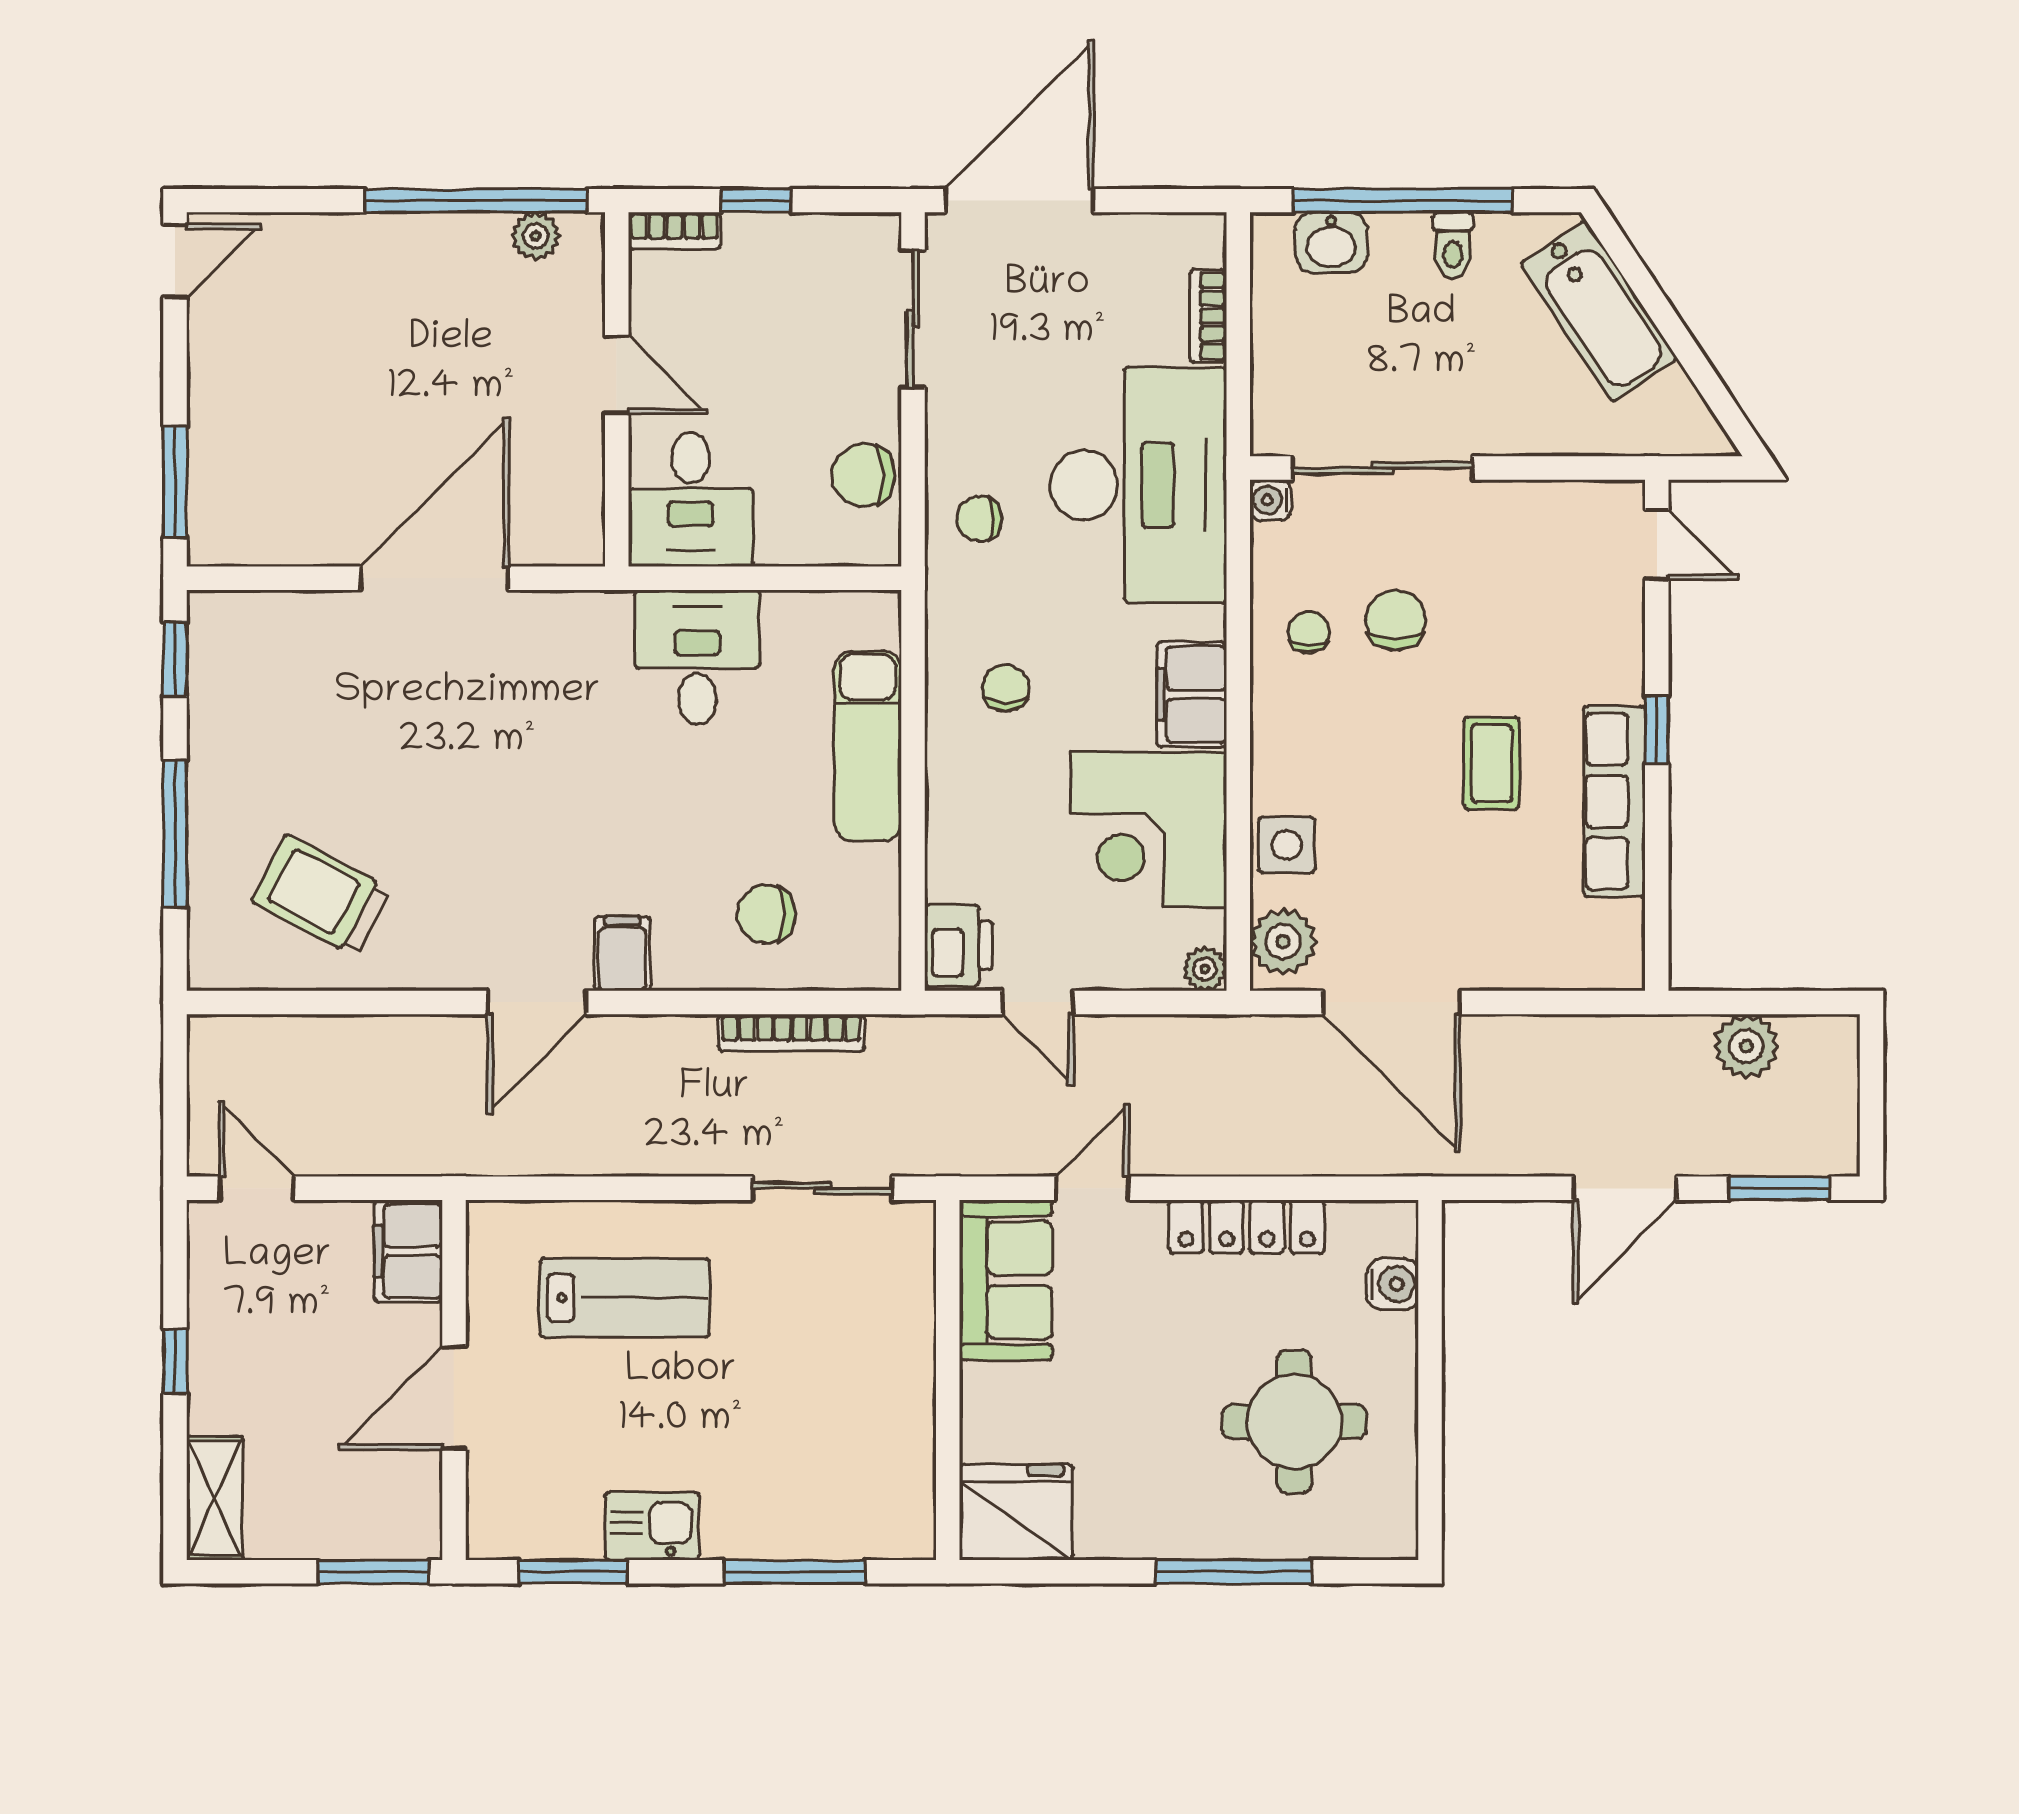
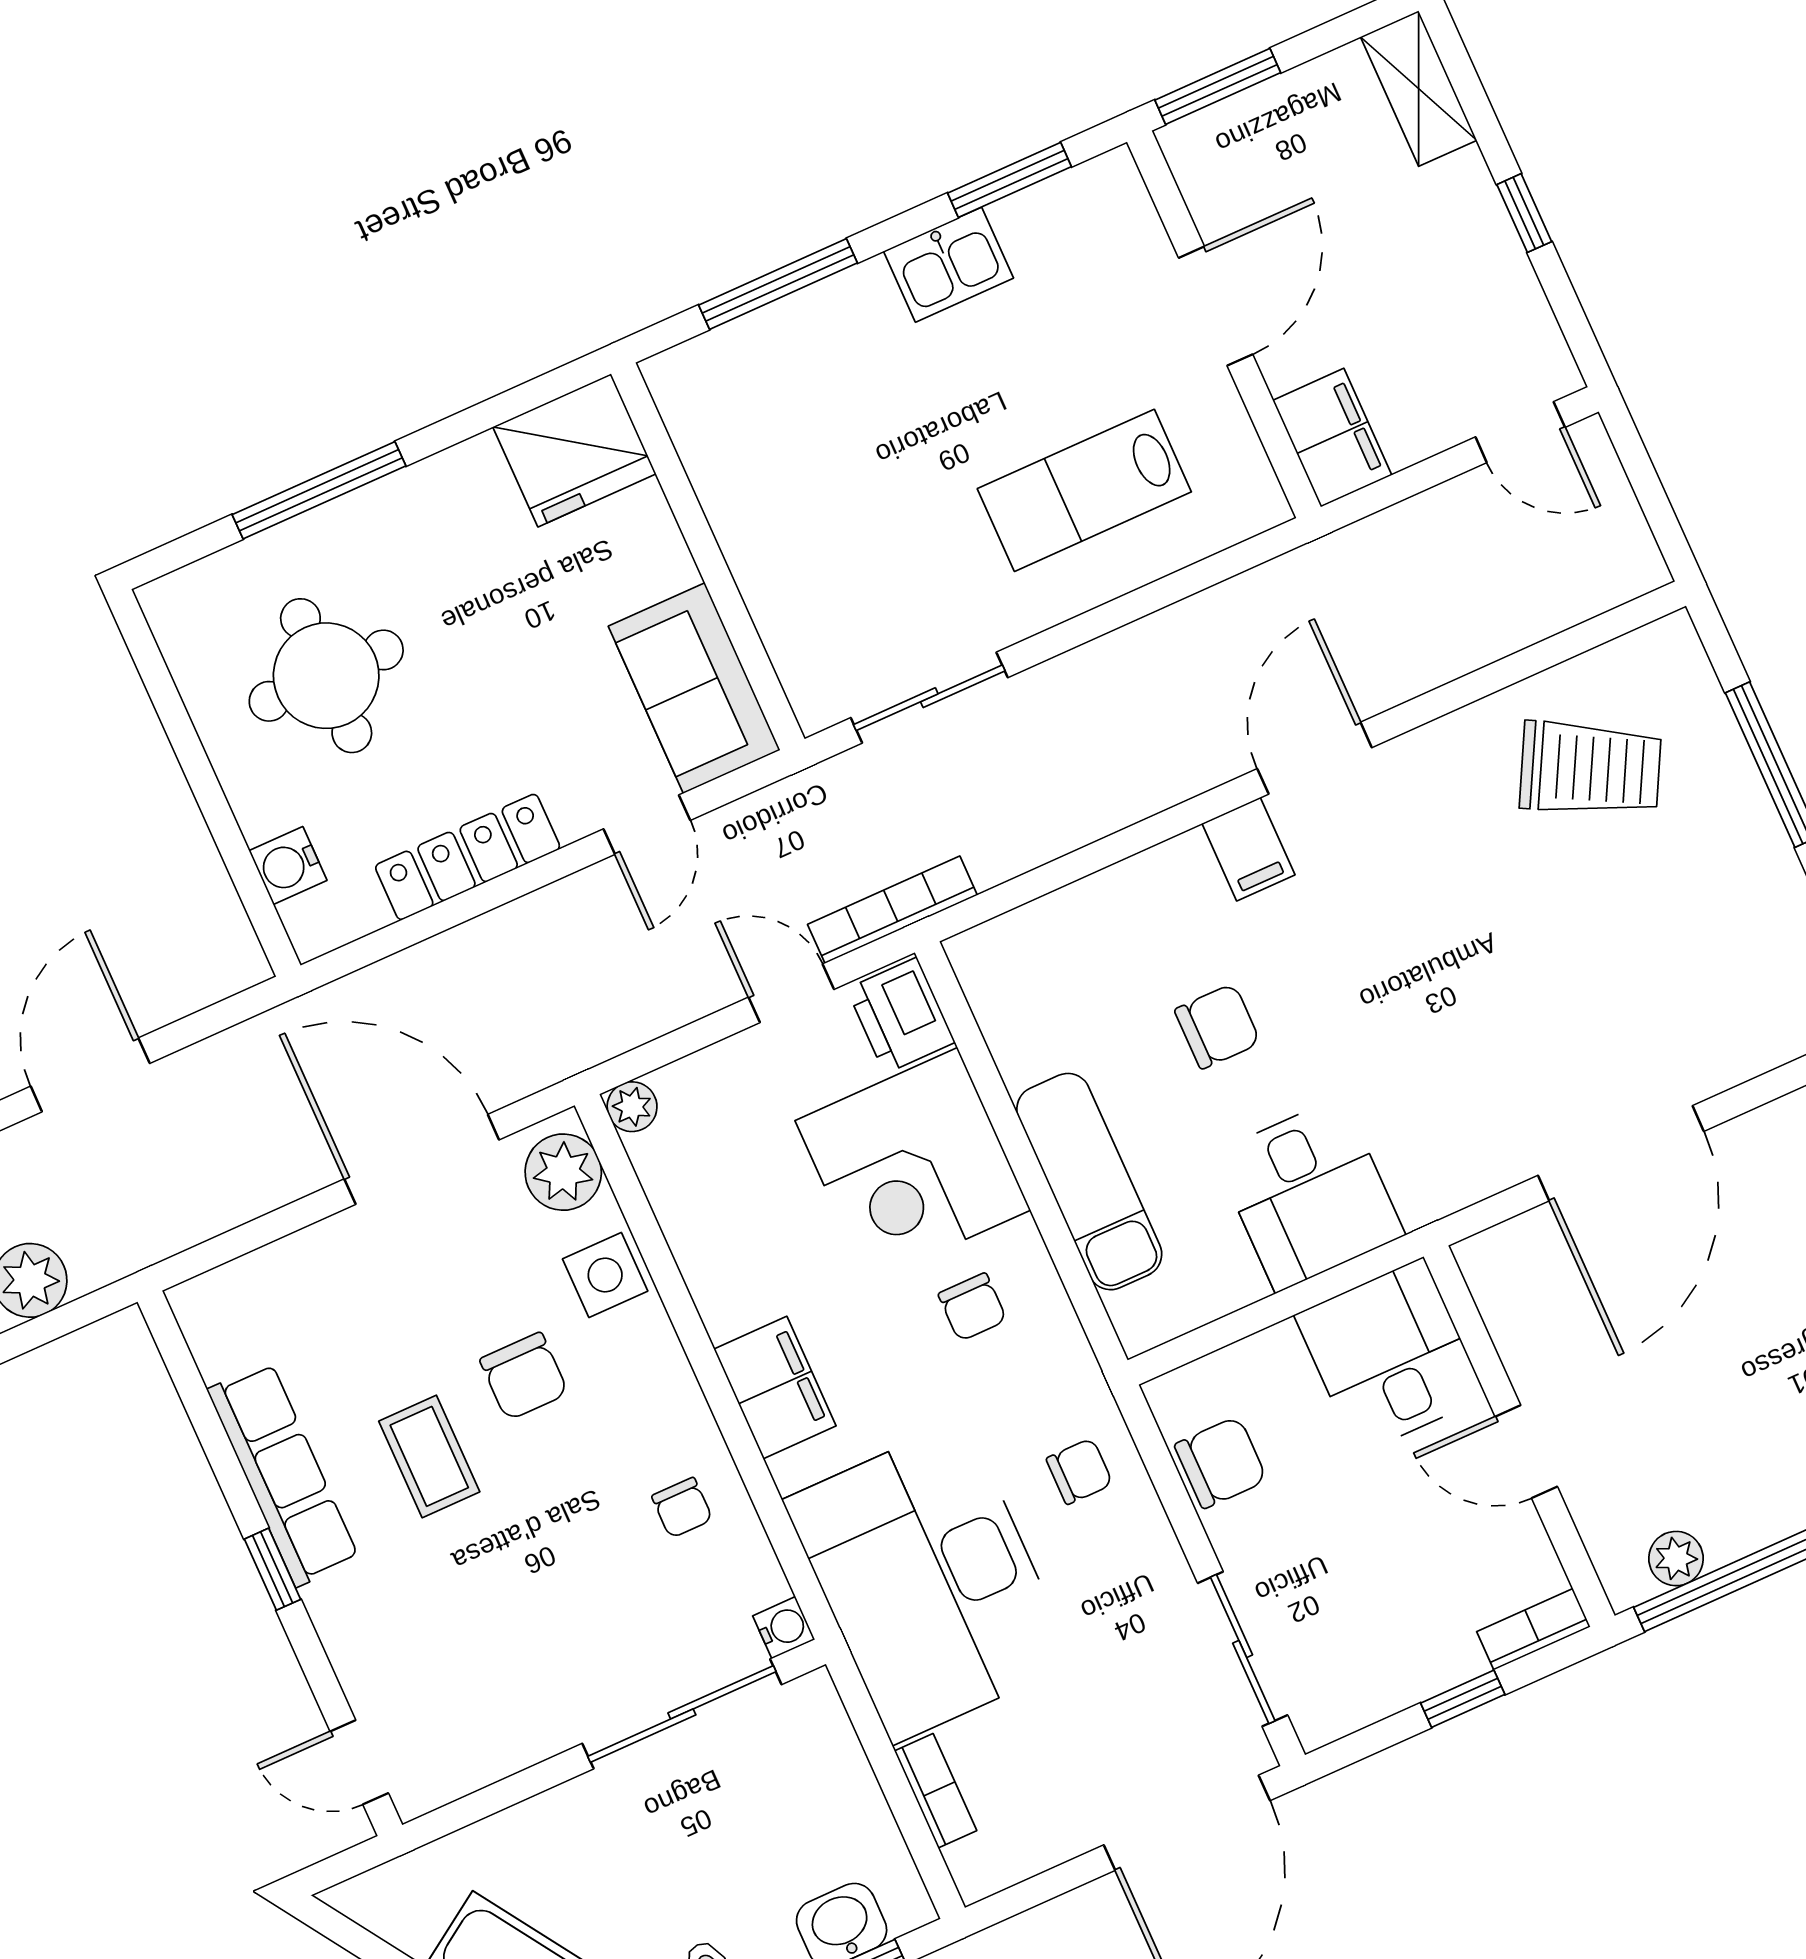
chair: (1396, 620) -> (524, 1376), moved
corner desk: (1149, 829) -> (913, 1165), moved, turned 180
chair: (766, 914) -> (1217, 1026), moved
bookcase: (791, 1033) -> (892, 910), moved

